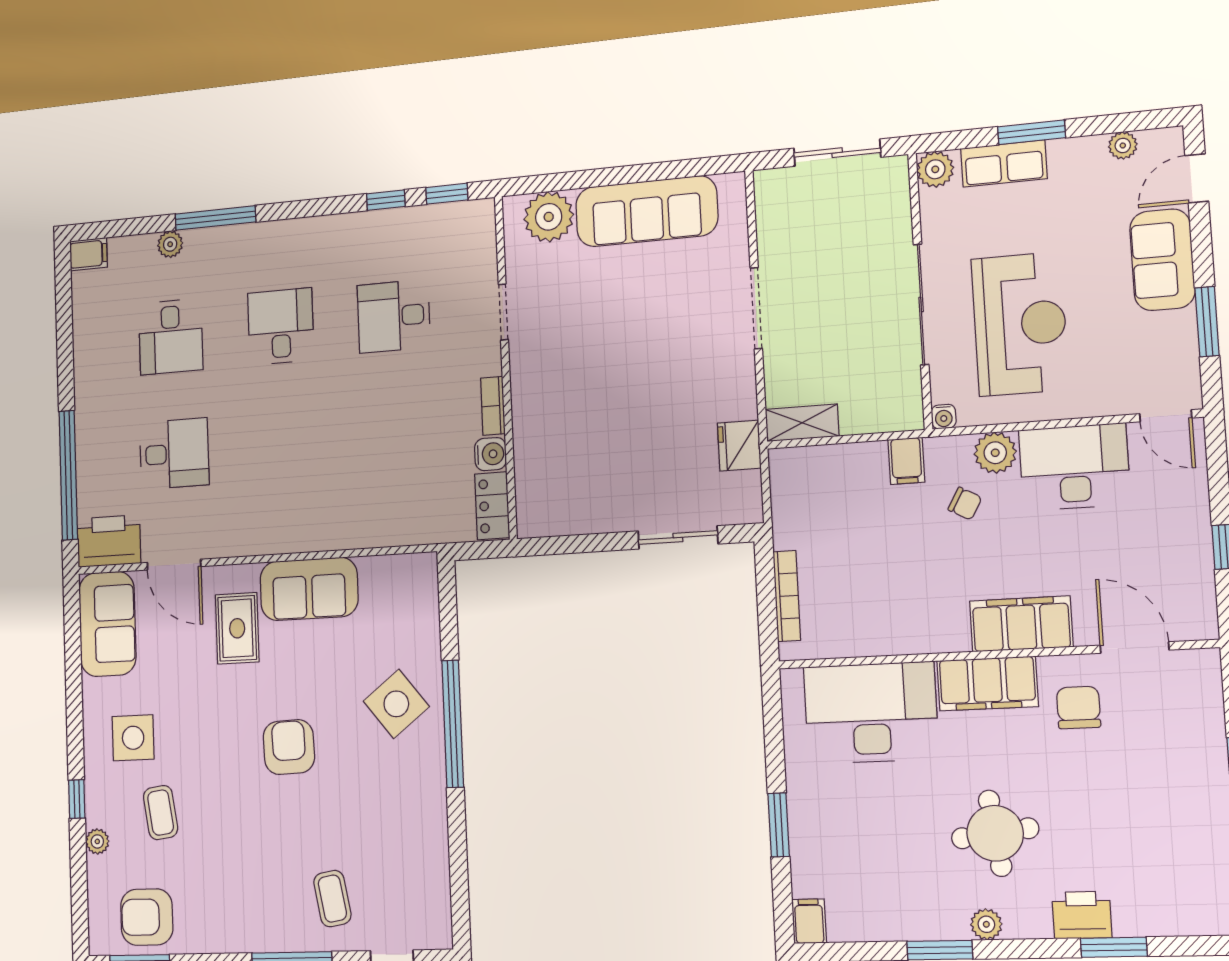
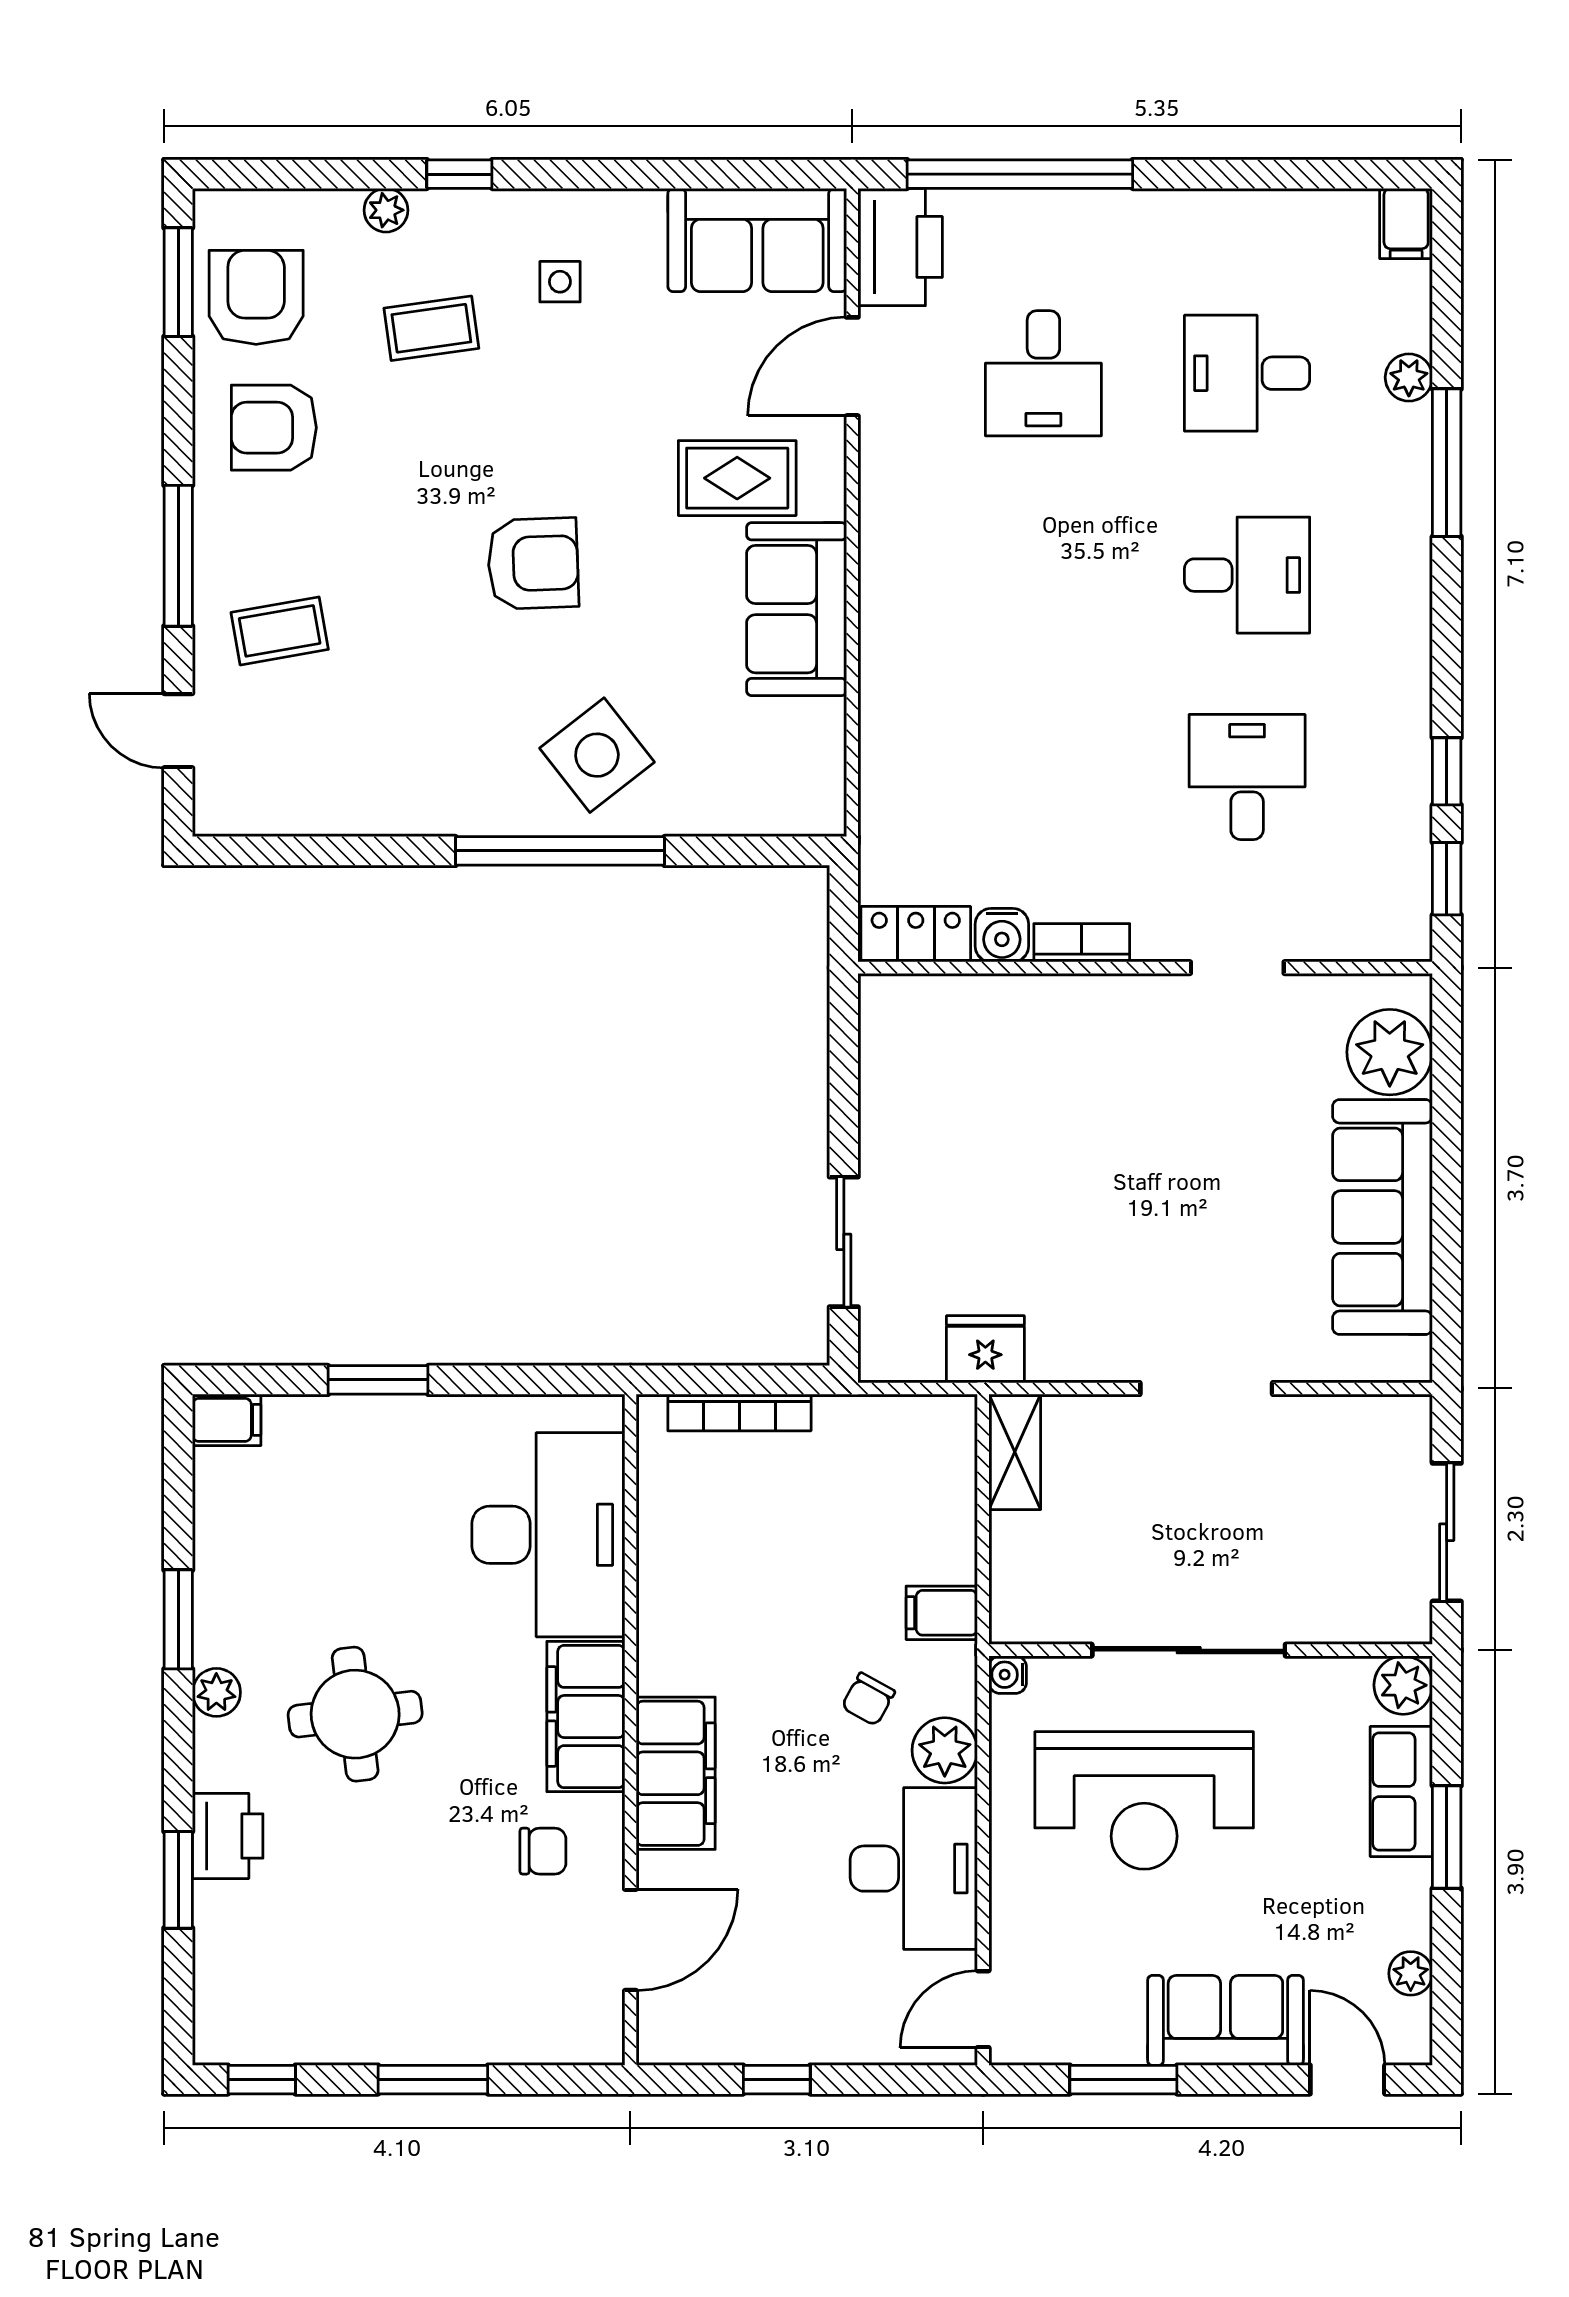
chair: (1078, 707) -> (543, 1851), width x0.73, depth x0.73
side table: (133, 738) -> (560, 282), width x0.54, depth x0.54
armchair: (218, 905) -> (274, 428), added

